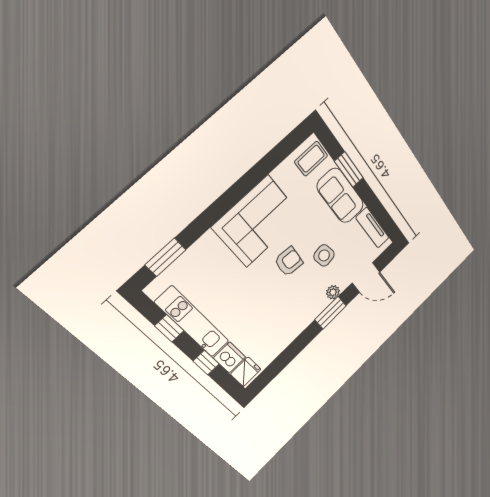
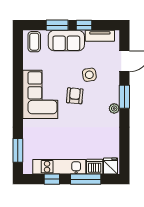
window: (371, 200) -> (84, 25), added
plant: (333, 292) -> (114, 108), moved
window: (206, 363) -> (86, 179), width x2.17

